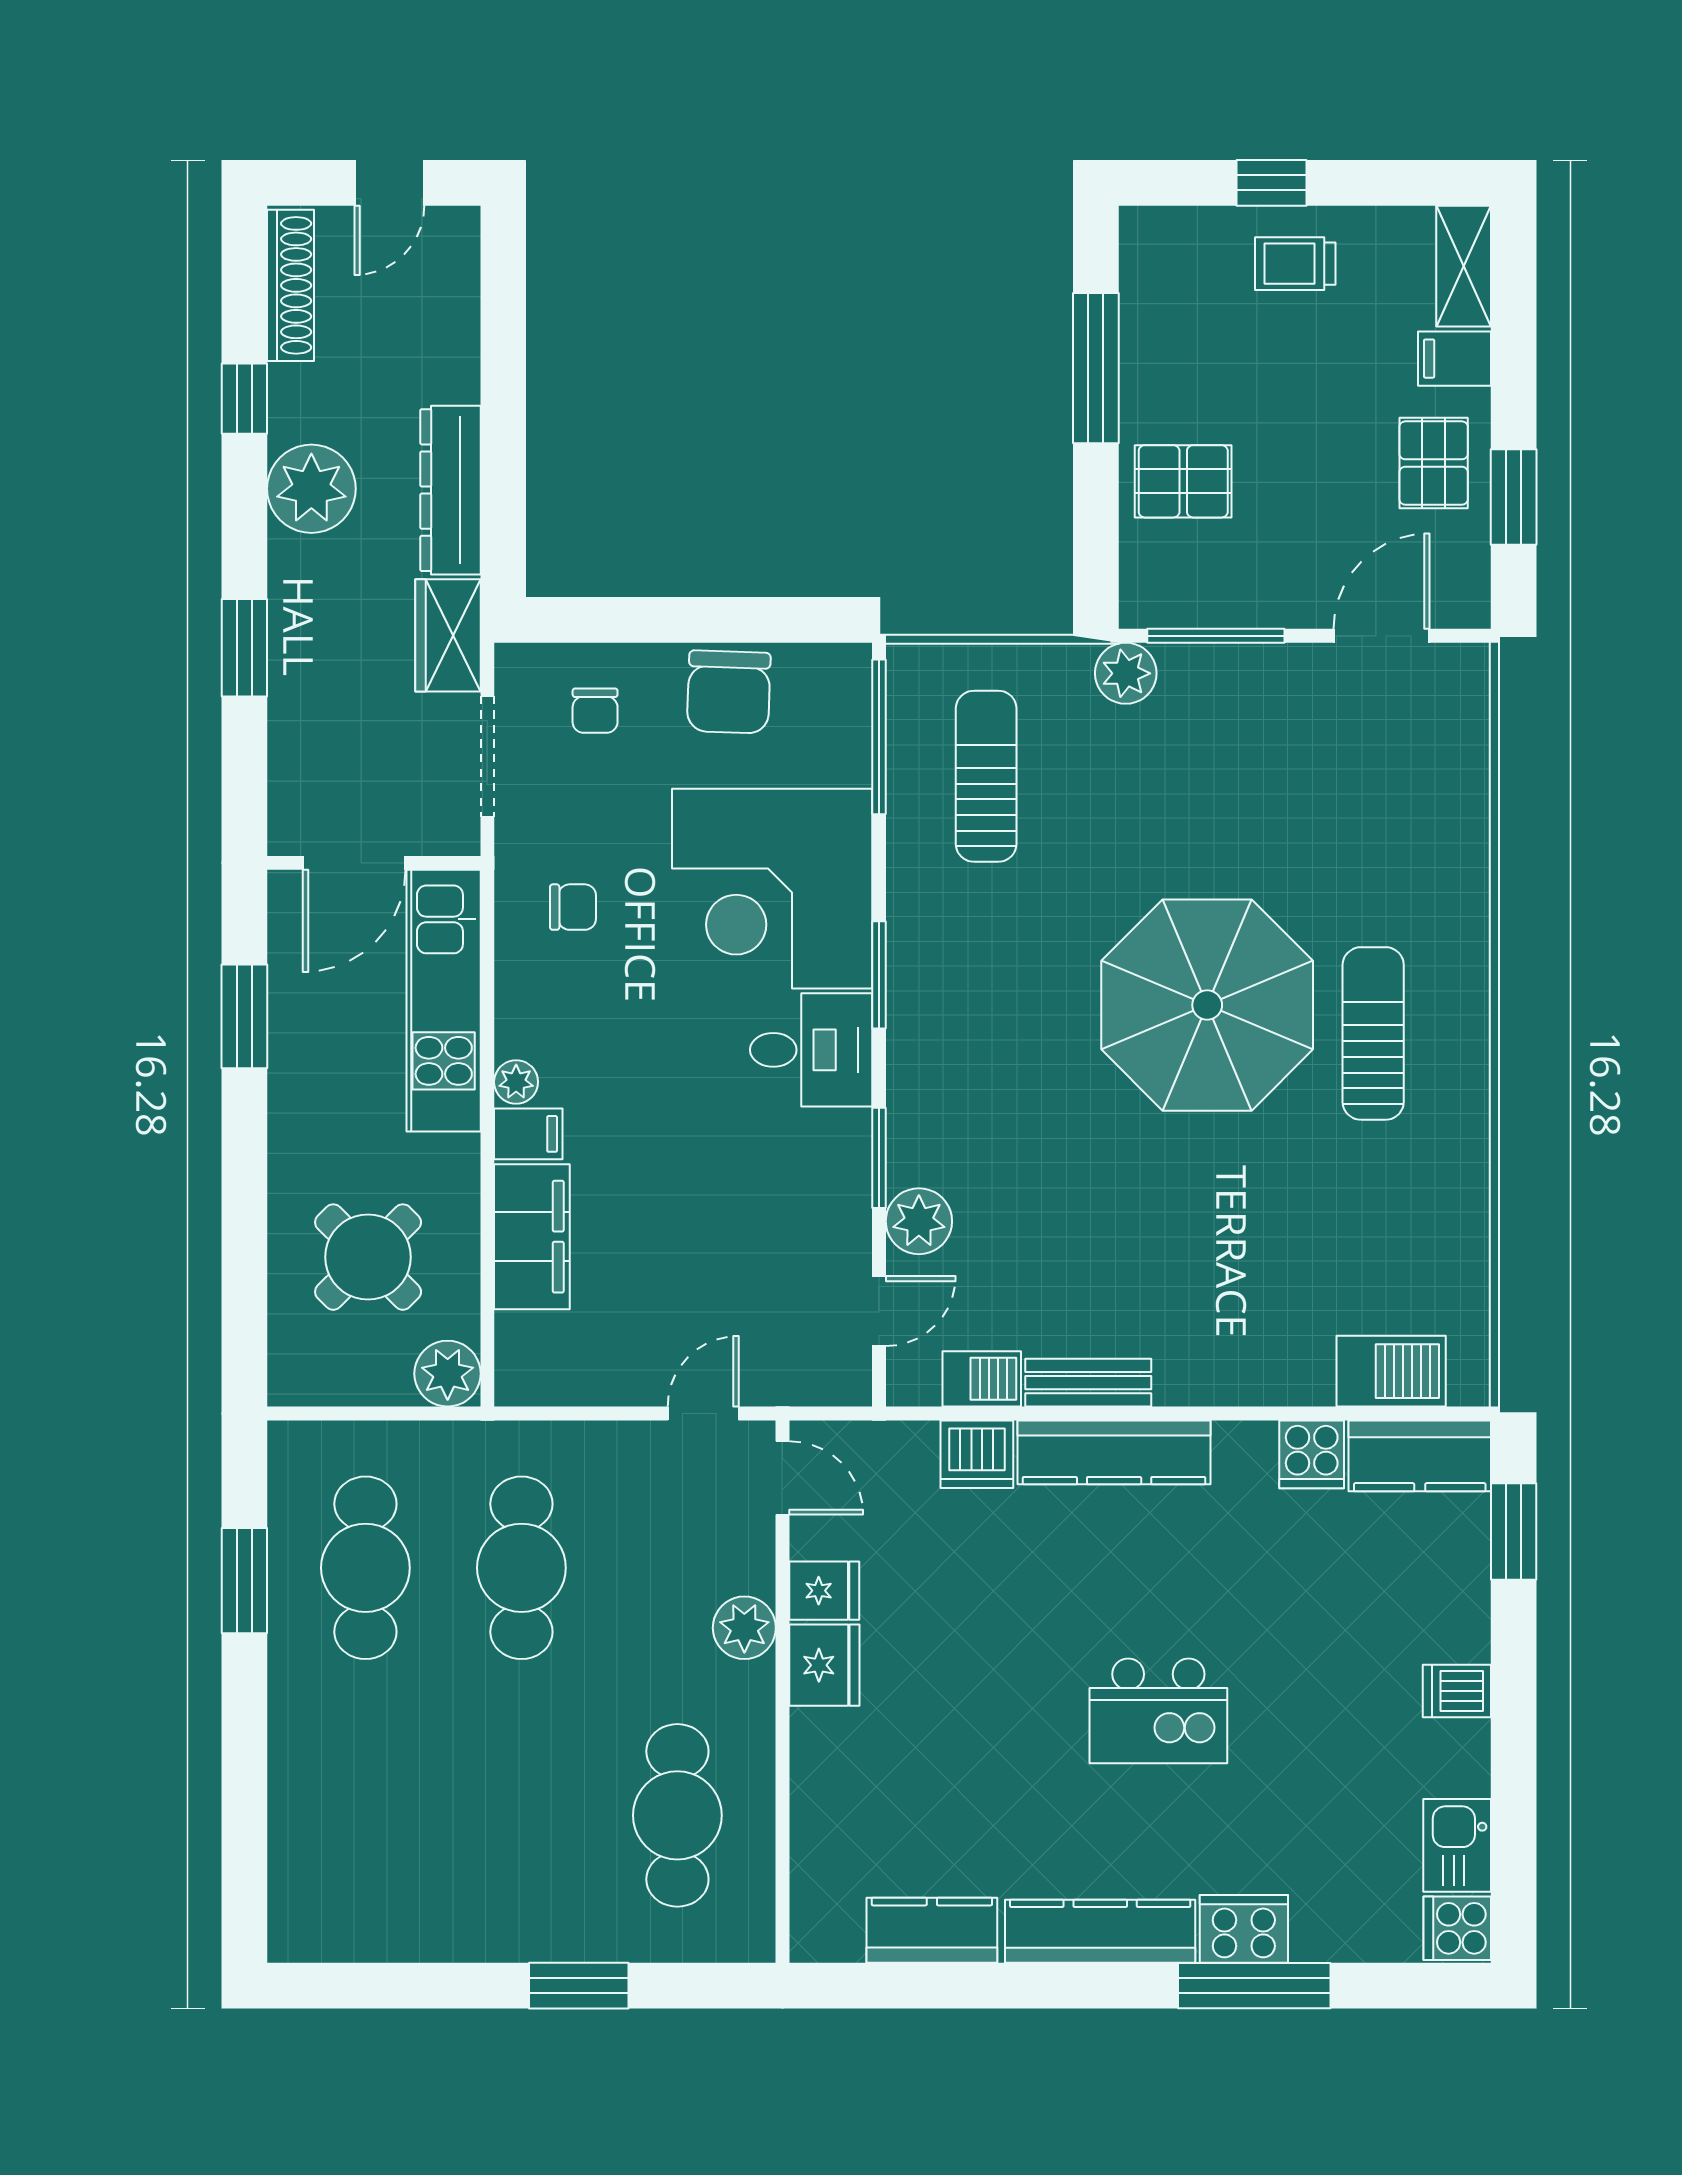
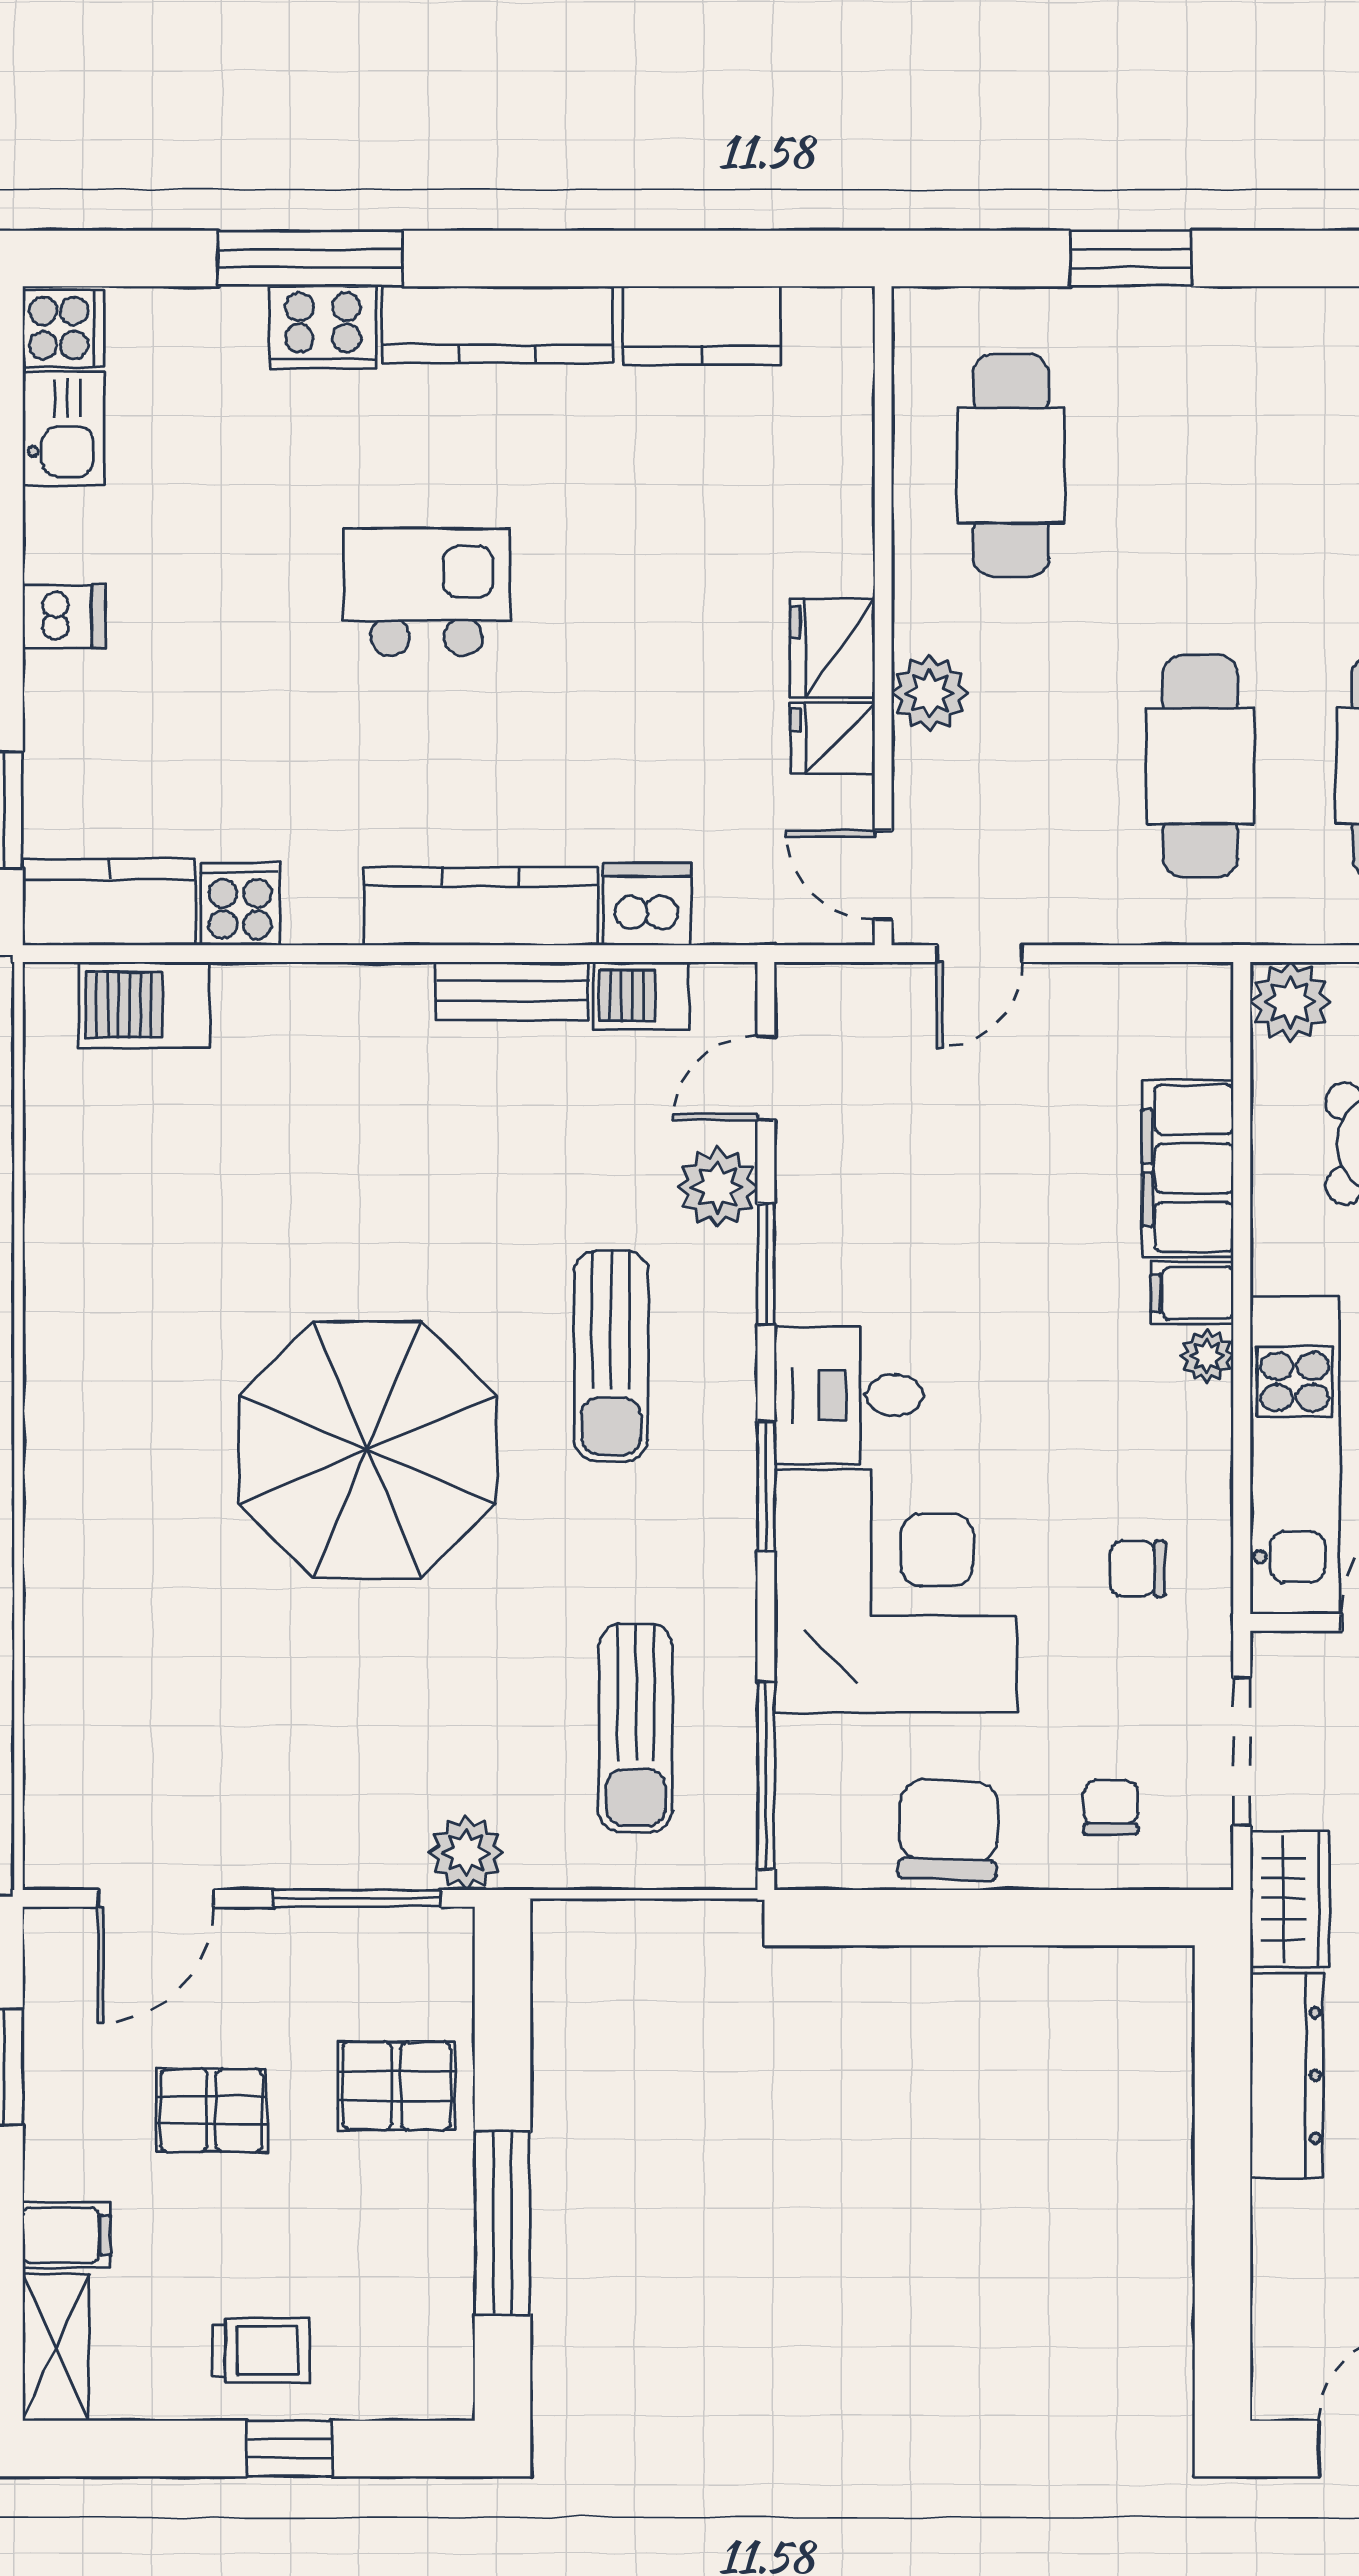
pallet: (1434, 463) -> (211, 2110), moved, turned 90
sun lounger: (1373, 1033) -> (611, 1356), moved

